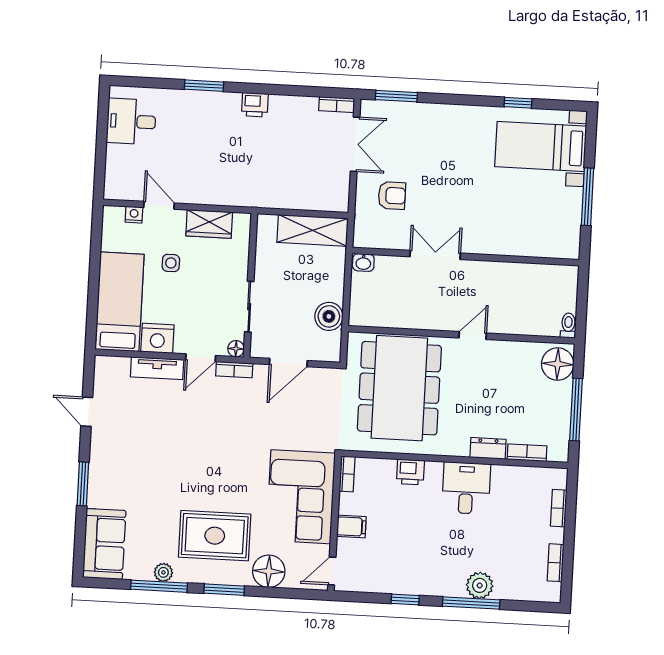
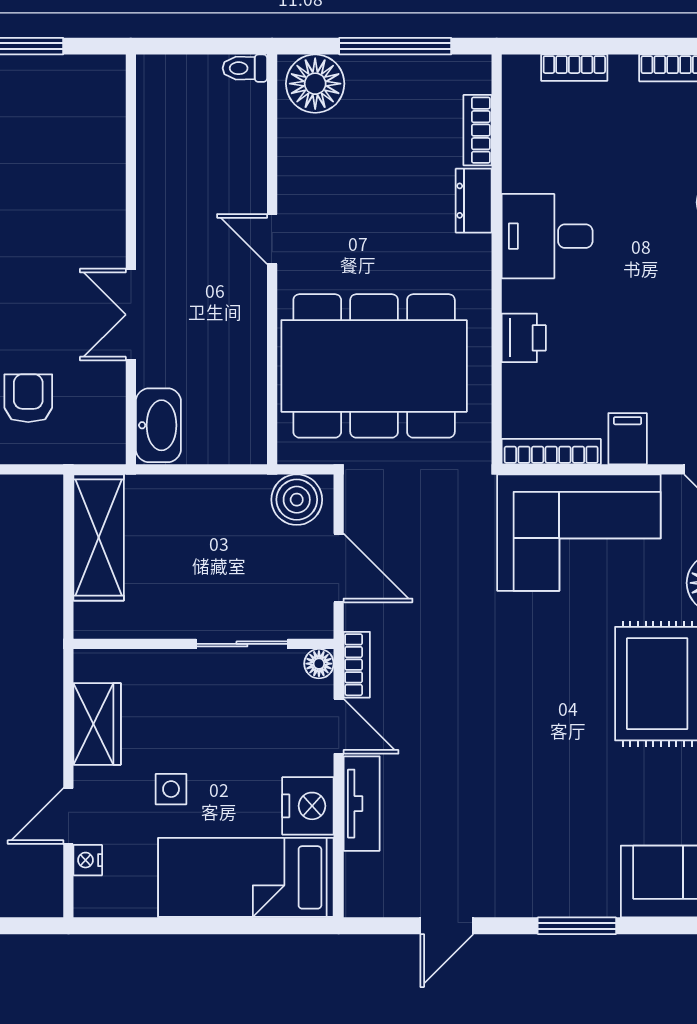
washbasin: (363, 262) -> (158, 425), width x1.91, depth x1.45
boiler: (329, 316) -> (297, 500), moved
bookcase: (347, 474) -> (551, 452), width x1.56

